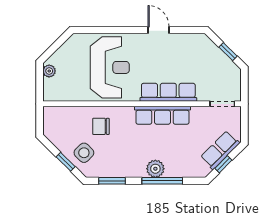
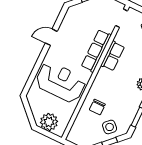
plant: (49, 71) -> (49, 122), width x1.88, depth x1.88
row of seats: (163, 115) -> (113, 56), width x0.68

